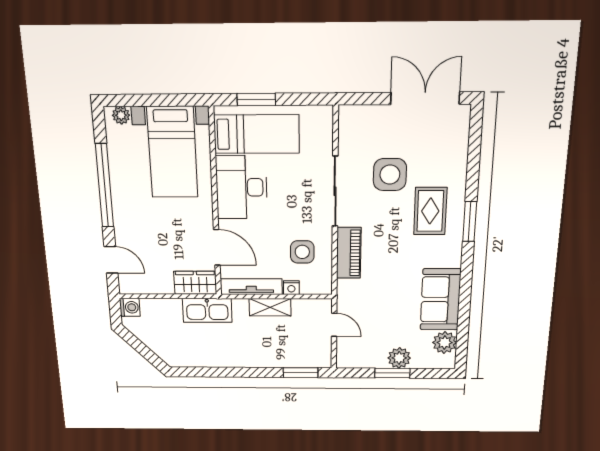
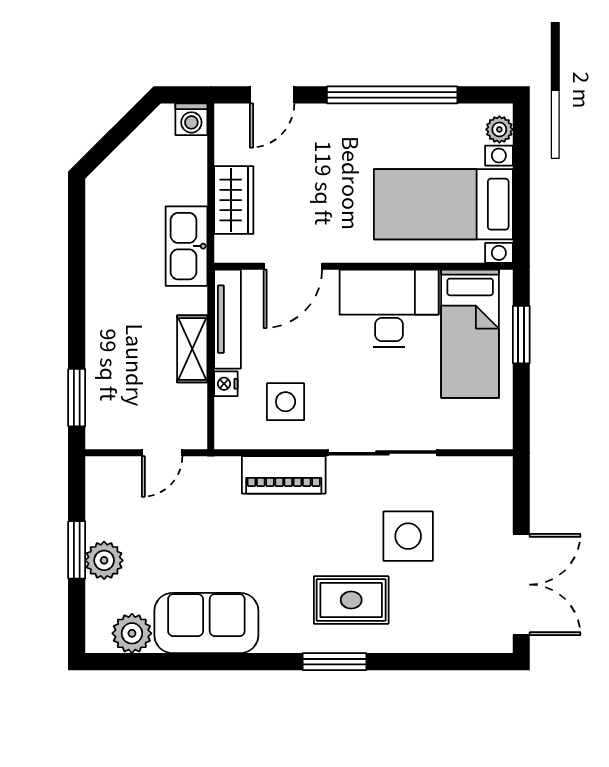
wardrobe: (195, 283) -> (234, 200), moved

